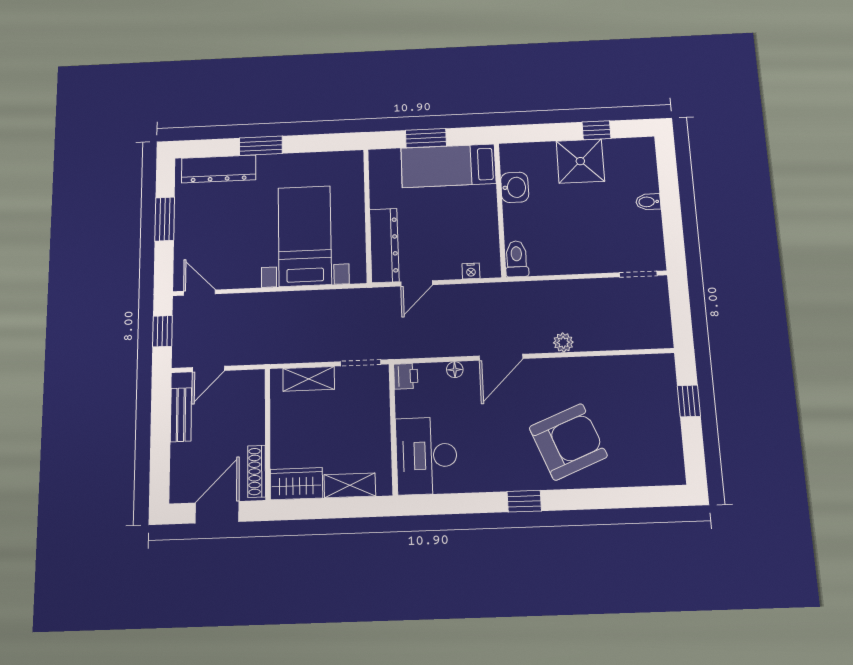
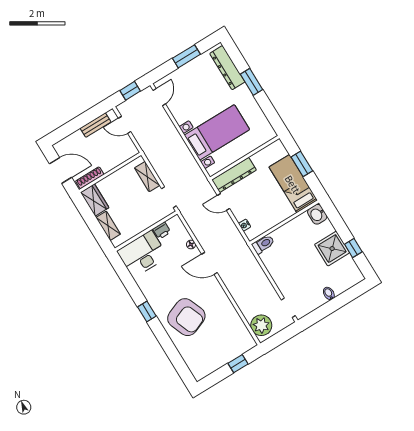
washbasin: (515, 187) -> (317, 214), moved, turned 90
plant: (563, 342) -> (261, 325), moved, width x1.88, depth x1.88
printer: (406, 376) -> (162, 231), moved

